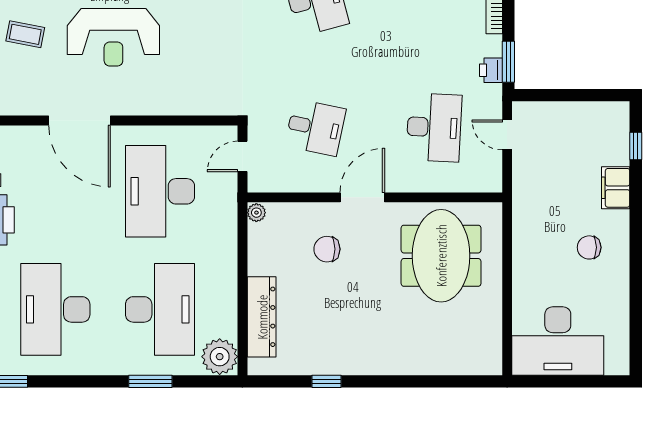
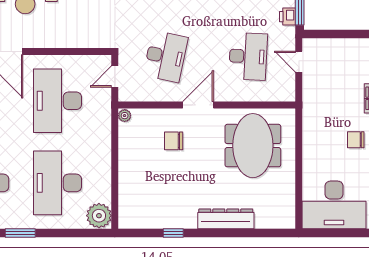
desk: (315, 127) -> (166, 56), width x1.37
desk: (160, 309) -> (58, 183), turned 180
dresser: (262, 317) -> (226, 219), moved, turned -90
window: (150, 381) -> (20, 233), moved

